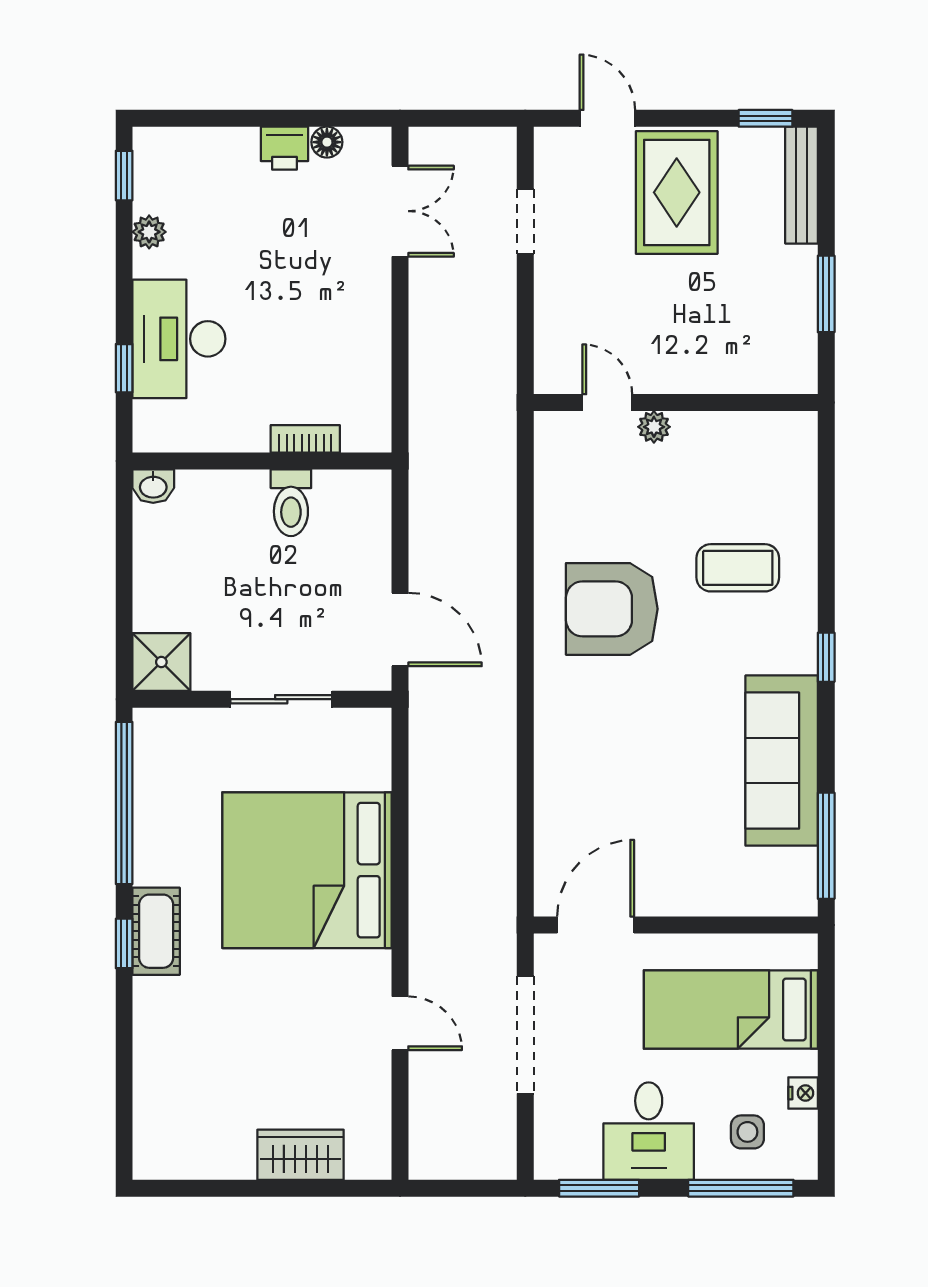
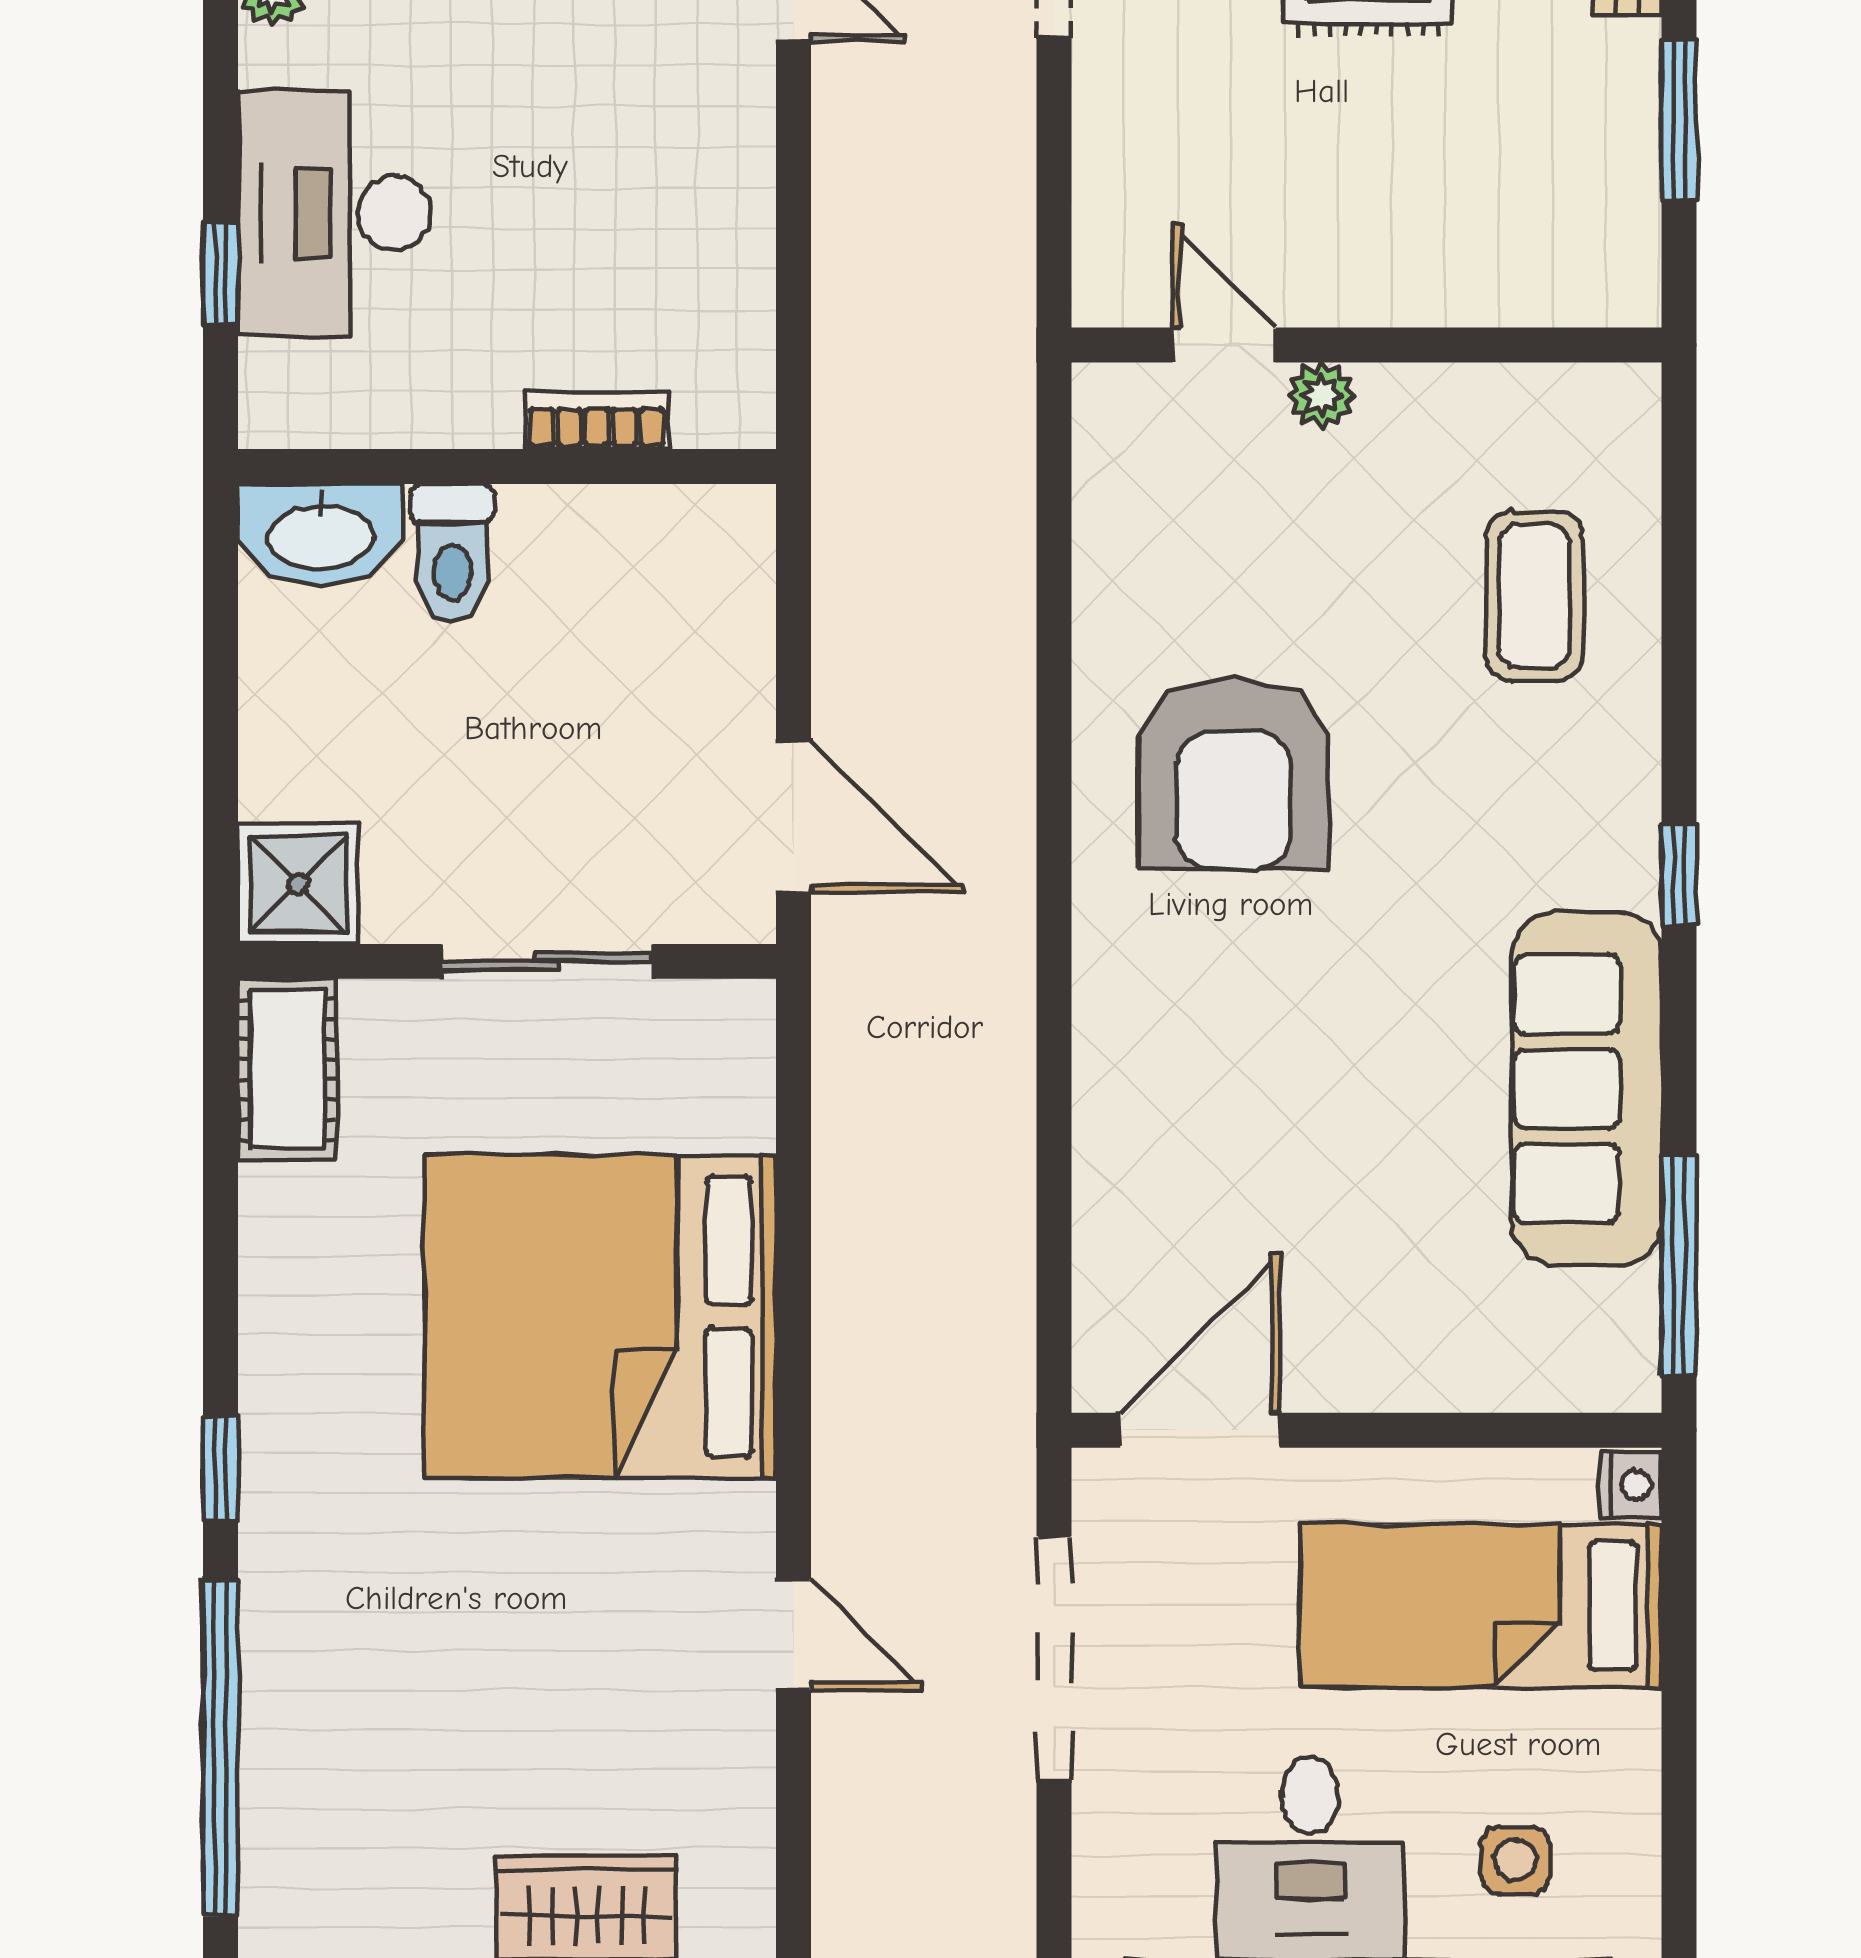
washbasin: (153, 486) -> (321, 534), width x1.91, depth x1.45
toilet: (291, 503) -> (452, 553), moved
coffee table: (738, 568) -> (1534, 596), moved, turned 90
armchair: (612, 609) -> (1234, 774), turned -90
window: (124, 803) -> (221, 1748), moved
cot: (156, 931) -> (287, 1069), moved
nightstand: (803, 1093) -> (1631, 1485), moved

